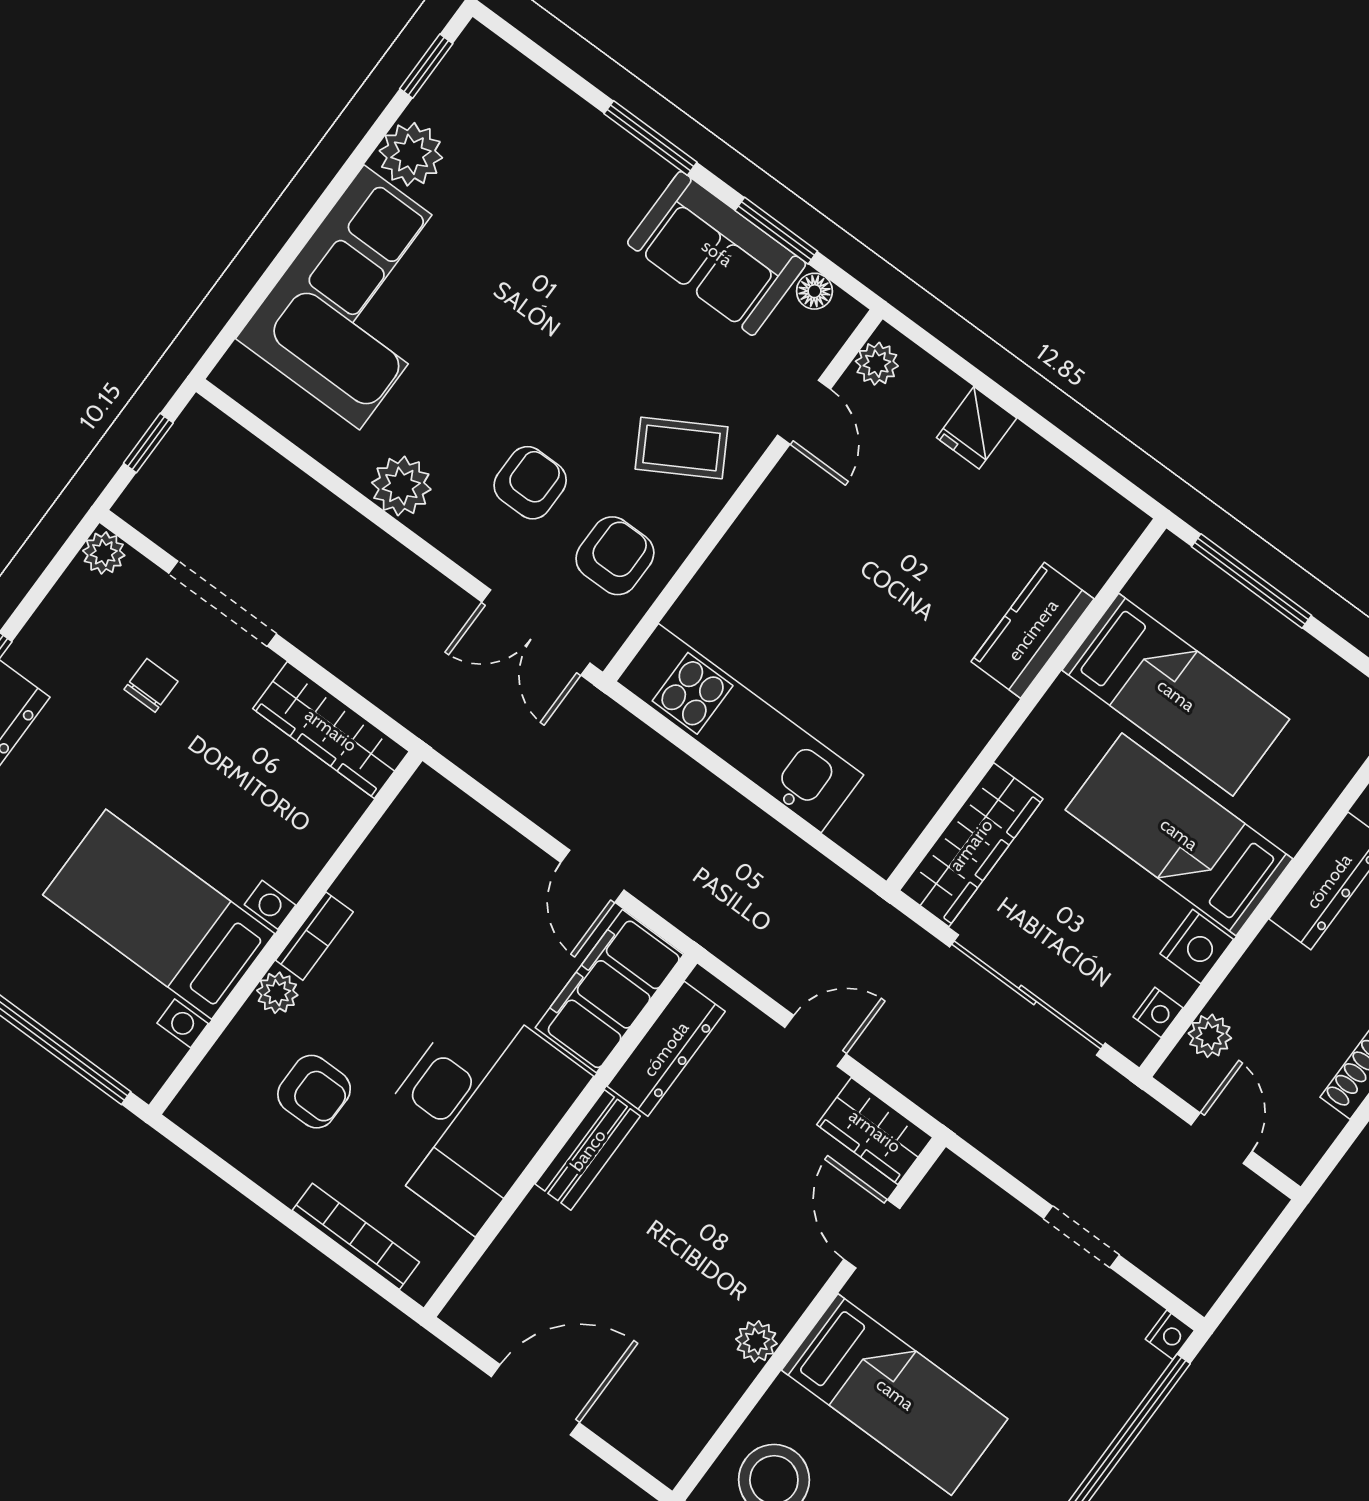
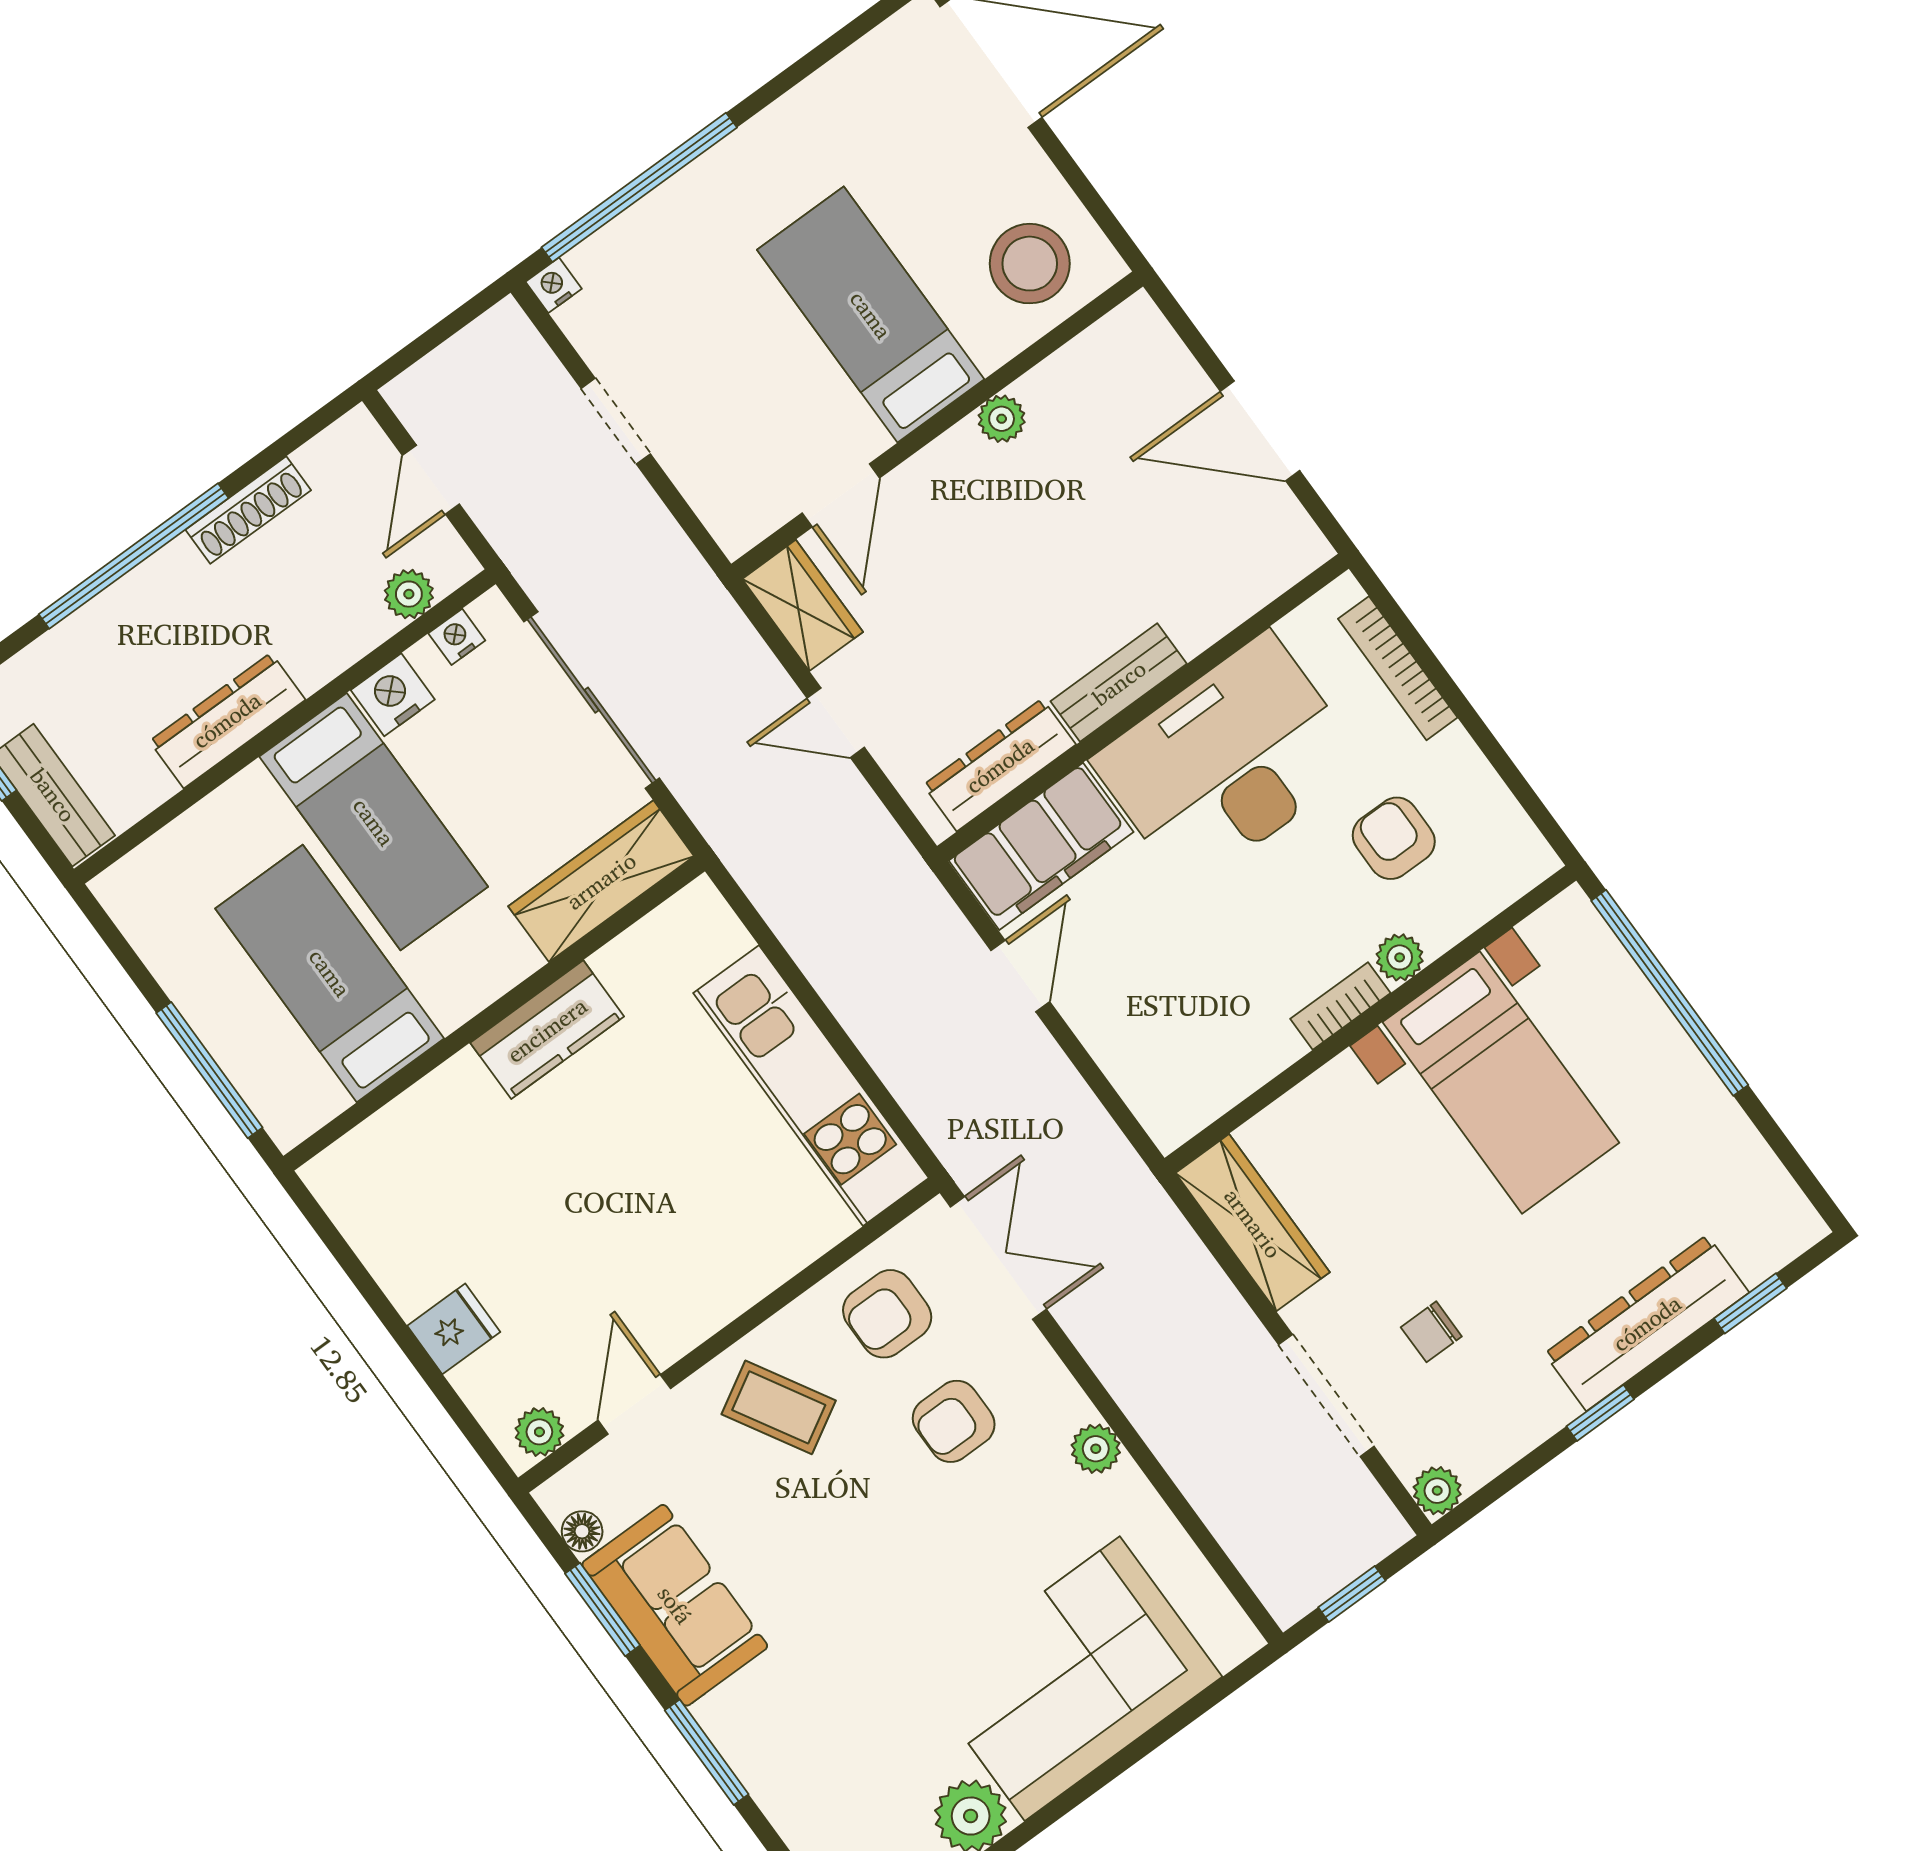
plant: (401, 486) -> (1096, 1449), width x0.73, depth x0.73
kitchen counter: (1033, 630) -> (547, 1030), moved

